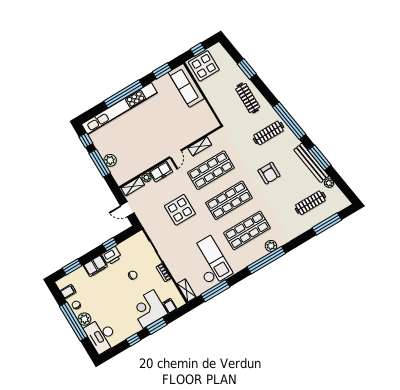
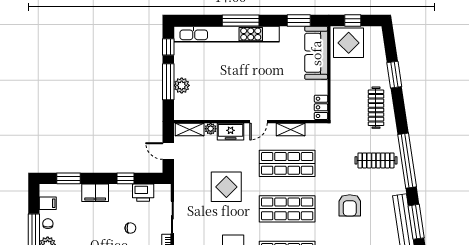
window: (123, 94) -> (241, 21), width x0.68
locker: (211, 120) -> (321, 107), added
printer: (112, 256) -> (143, 193), moved

